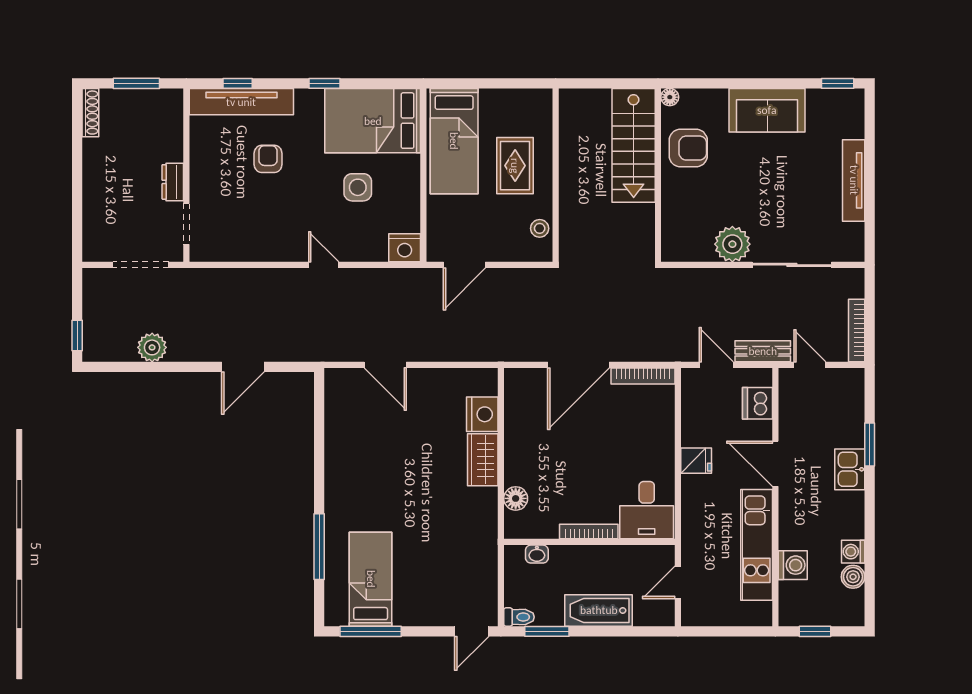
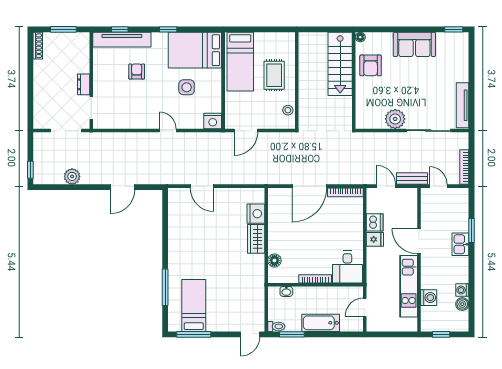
armchair: (688, 148) -> (371, 65), turned 90
tv unit: (854, 180) -> (463, 105), moved
dishwasher: (757, 403) -> (375, 222), moved, turned 180

